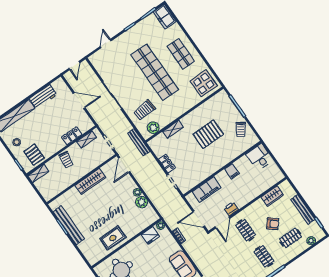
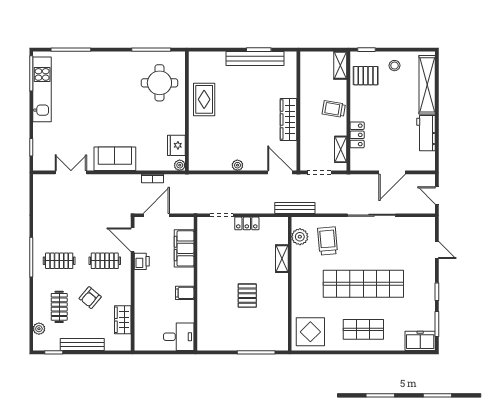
trolley: (241, 129) -> (226, 337), removed
pallet: (208, 134) -> (247, 296), width x0.67, depth x0.71
plant: (142, 202) -> (223, 162), removed

